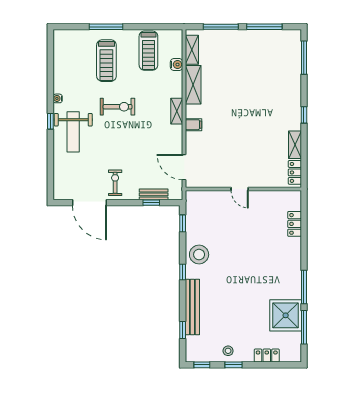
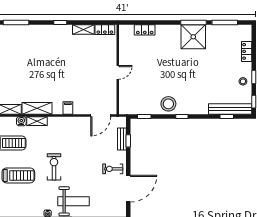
shelving: (177, 111) -> (37, 121), moved
bench: (192, 307) -> (230, 109), moved
shower: (286, 315) -> (193, 37), moved

